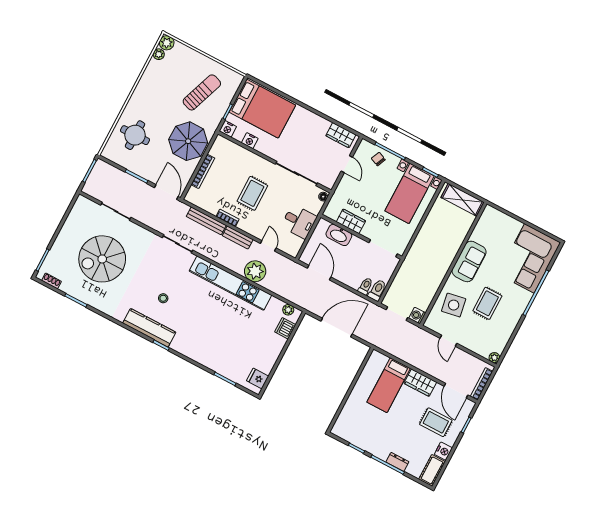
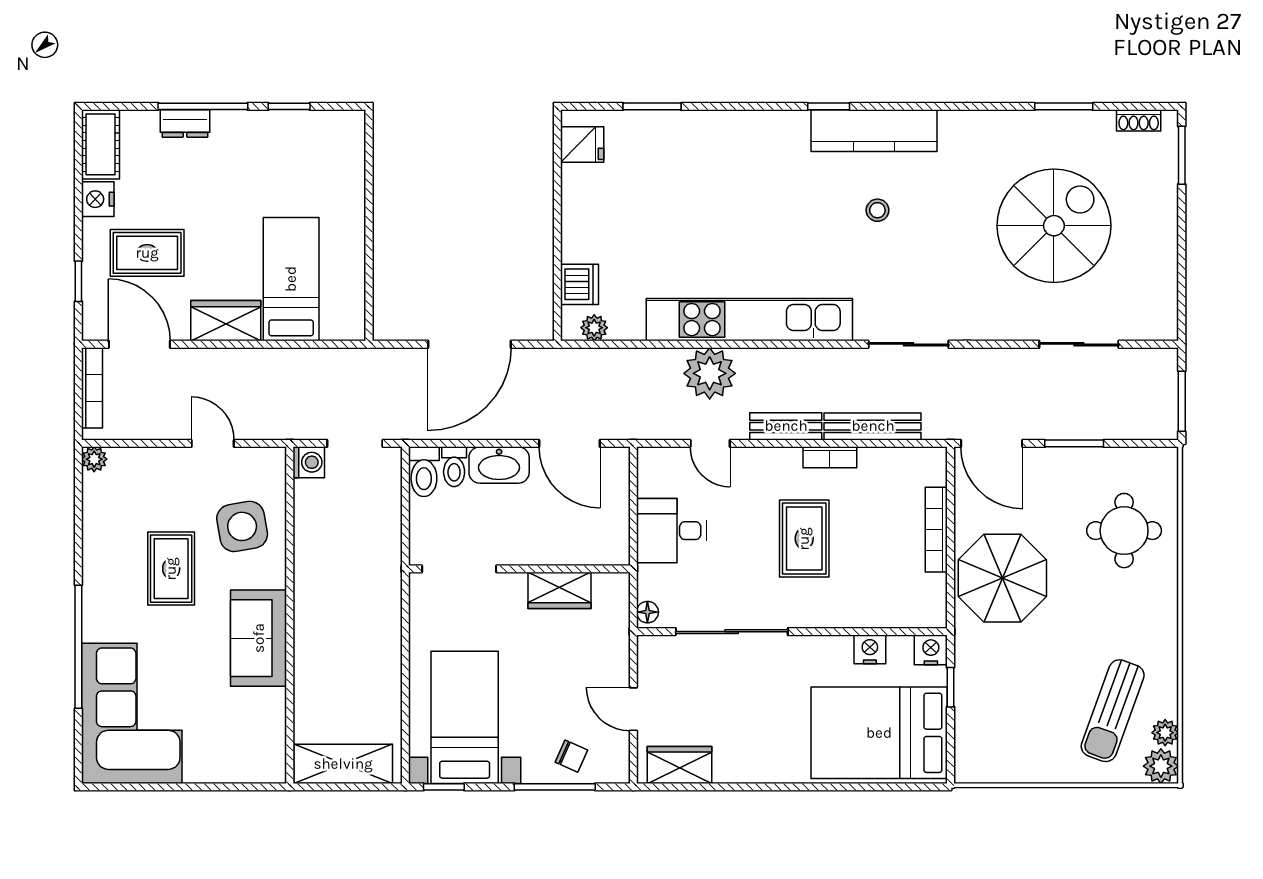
sun lounger: (202, 92) -> (1113, 711), moved
washbasin: (339, 235) -> (499, 465), moved, turned 180

